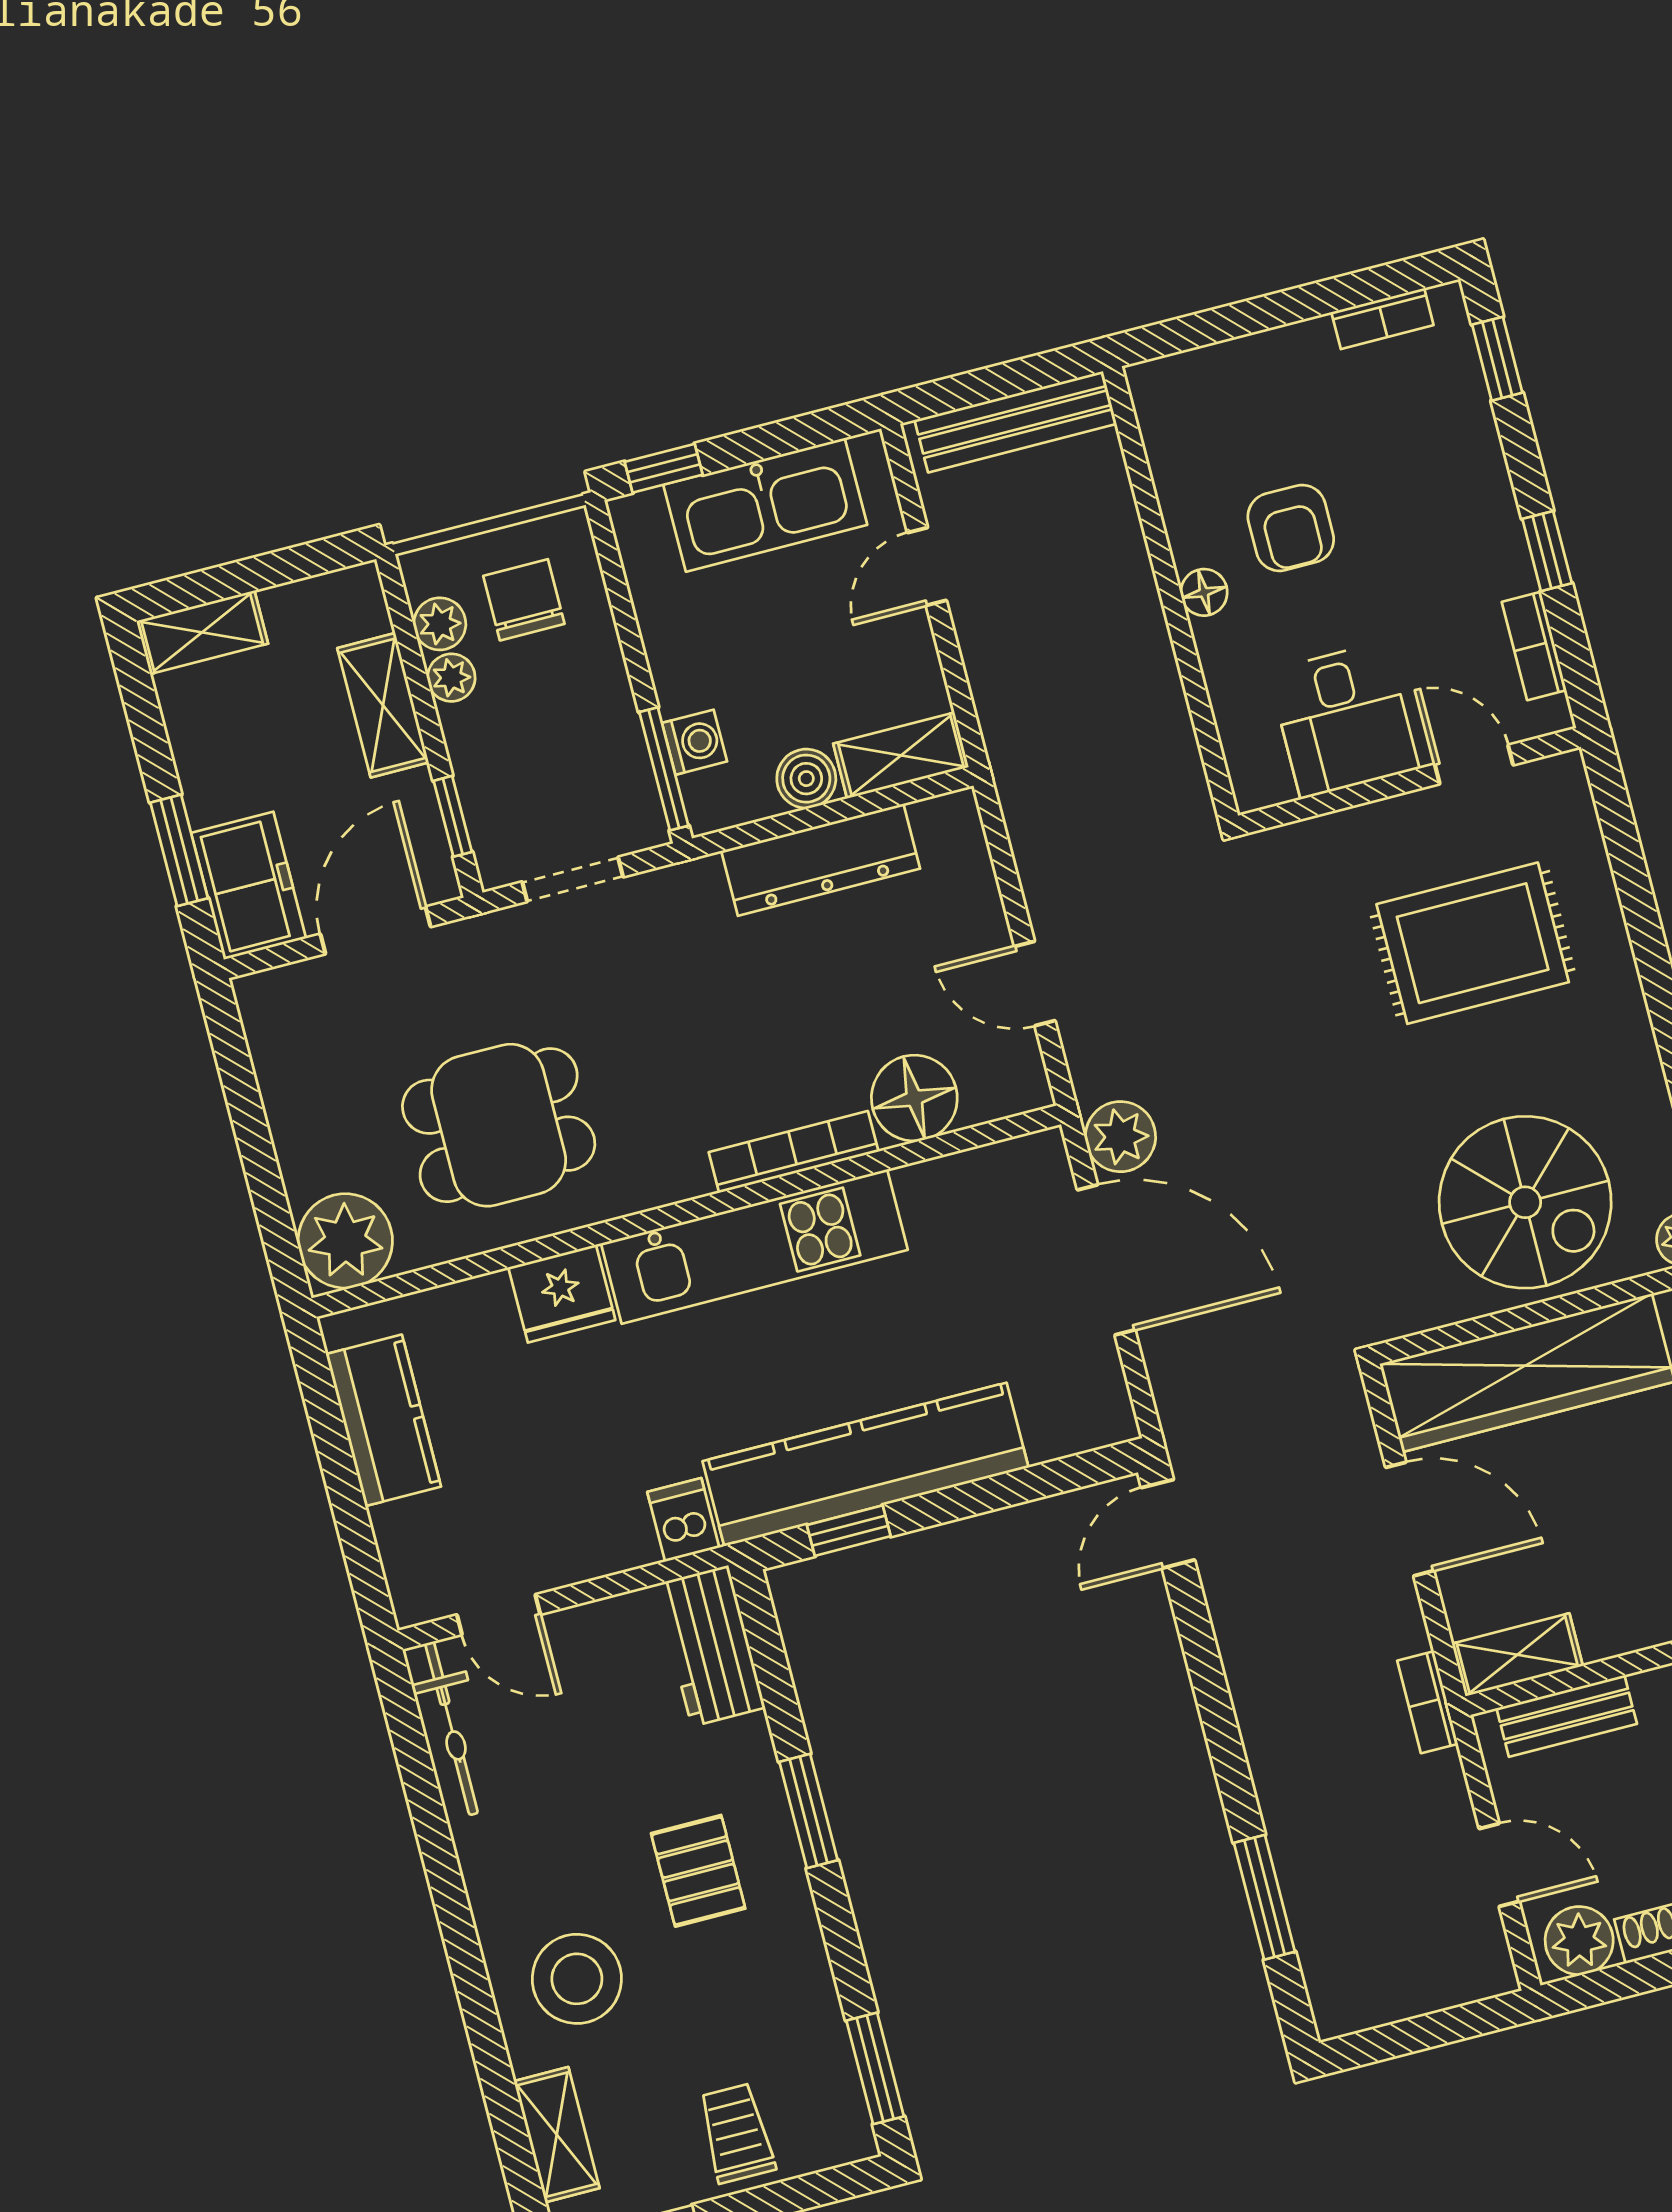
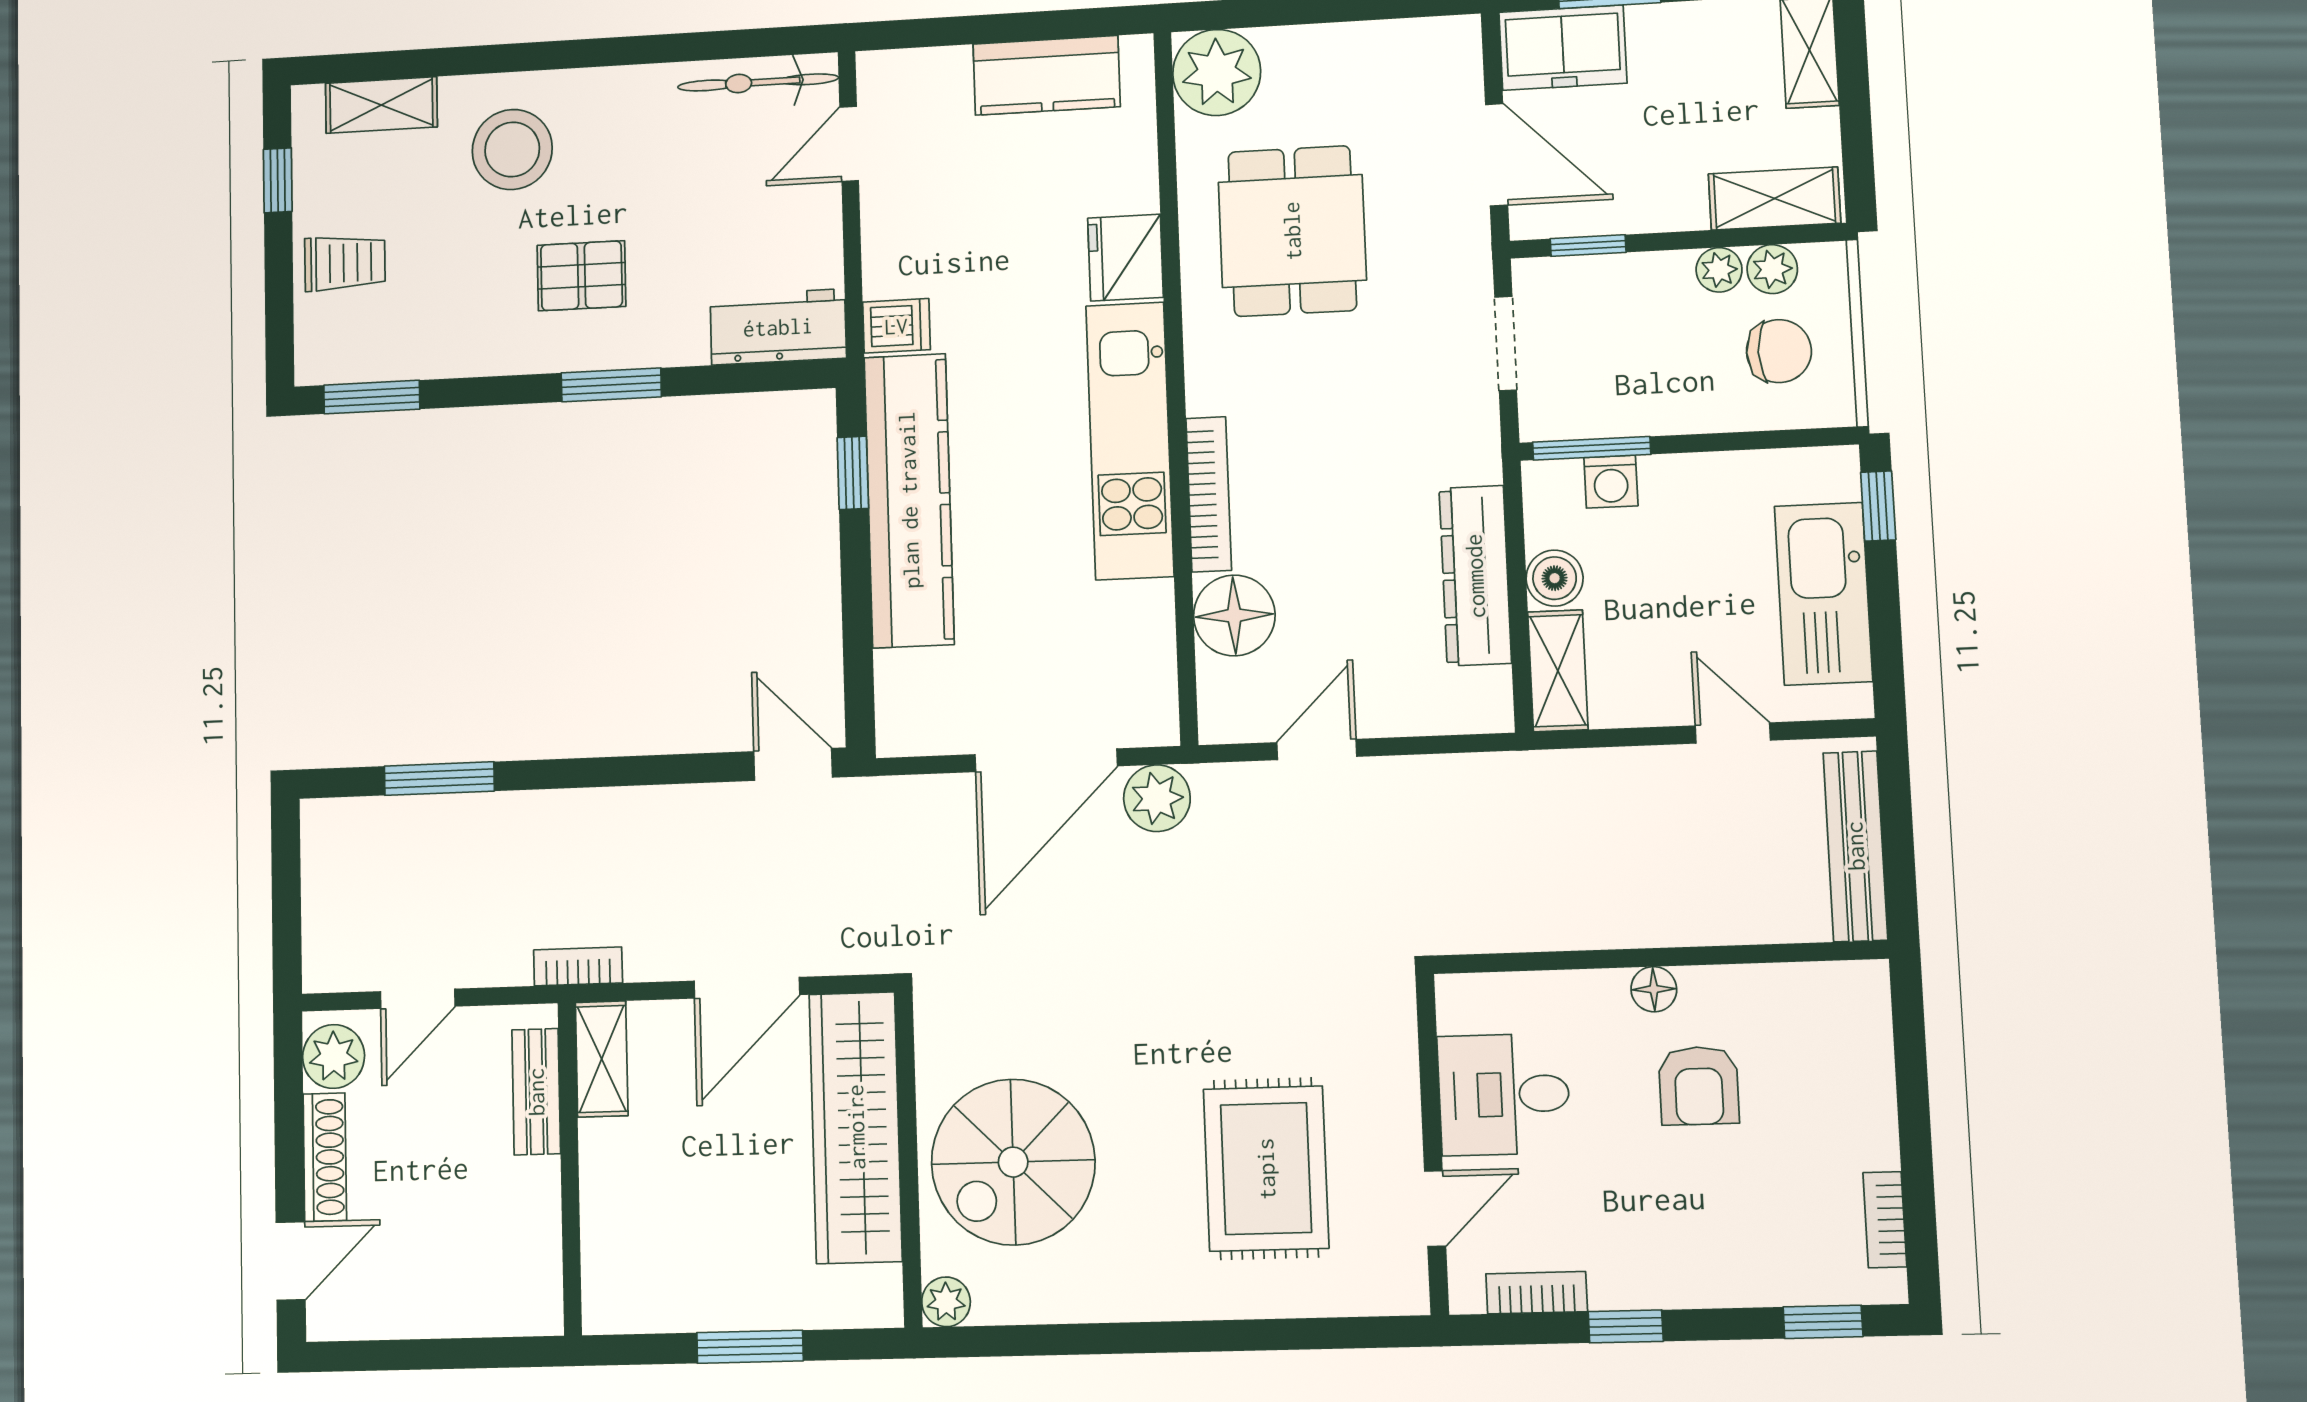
armchair: (1291, 528) -> (1699, 1086), turned -90
shelving: (383, 705) -> (1774, 198), moved

